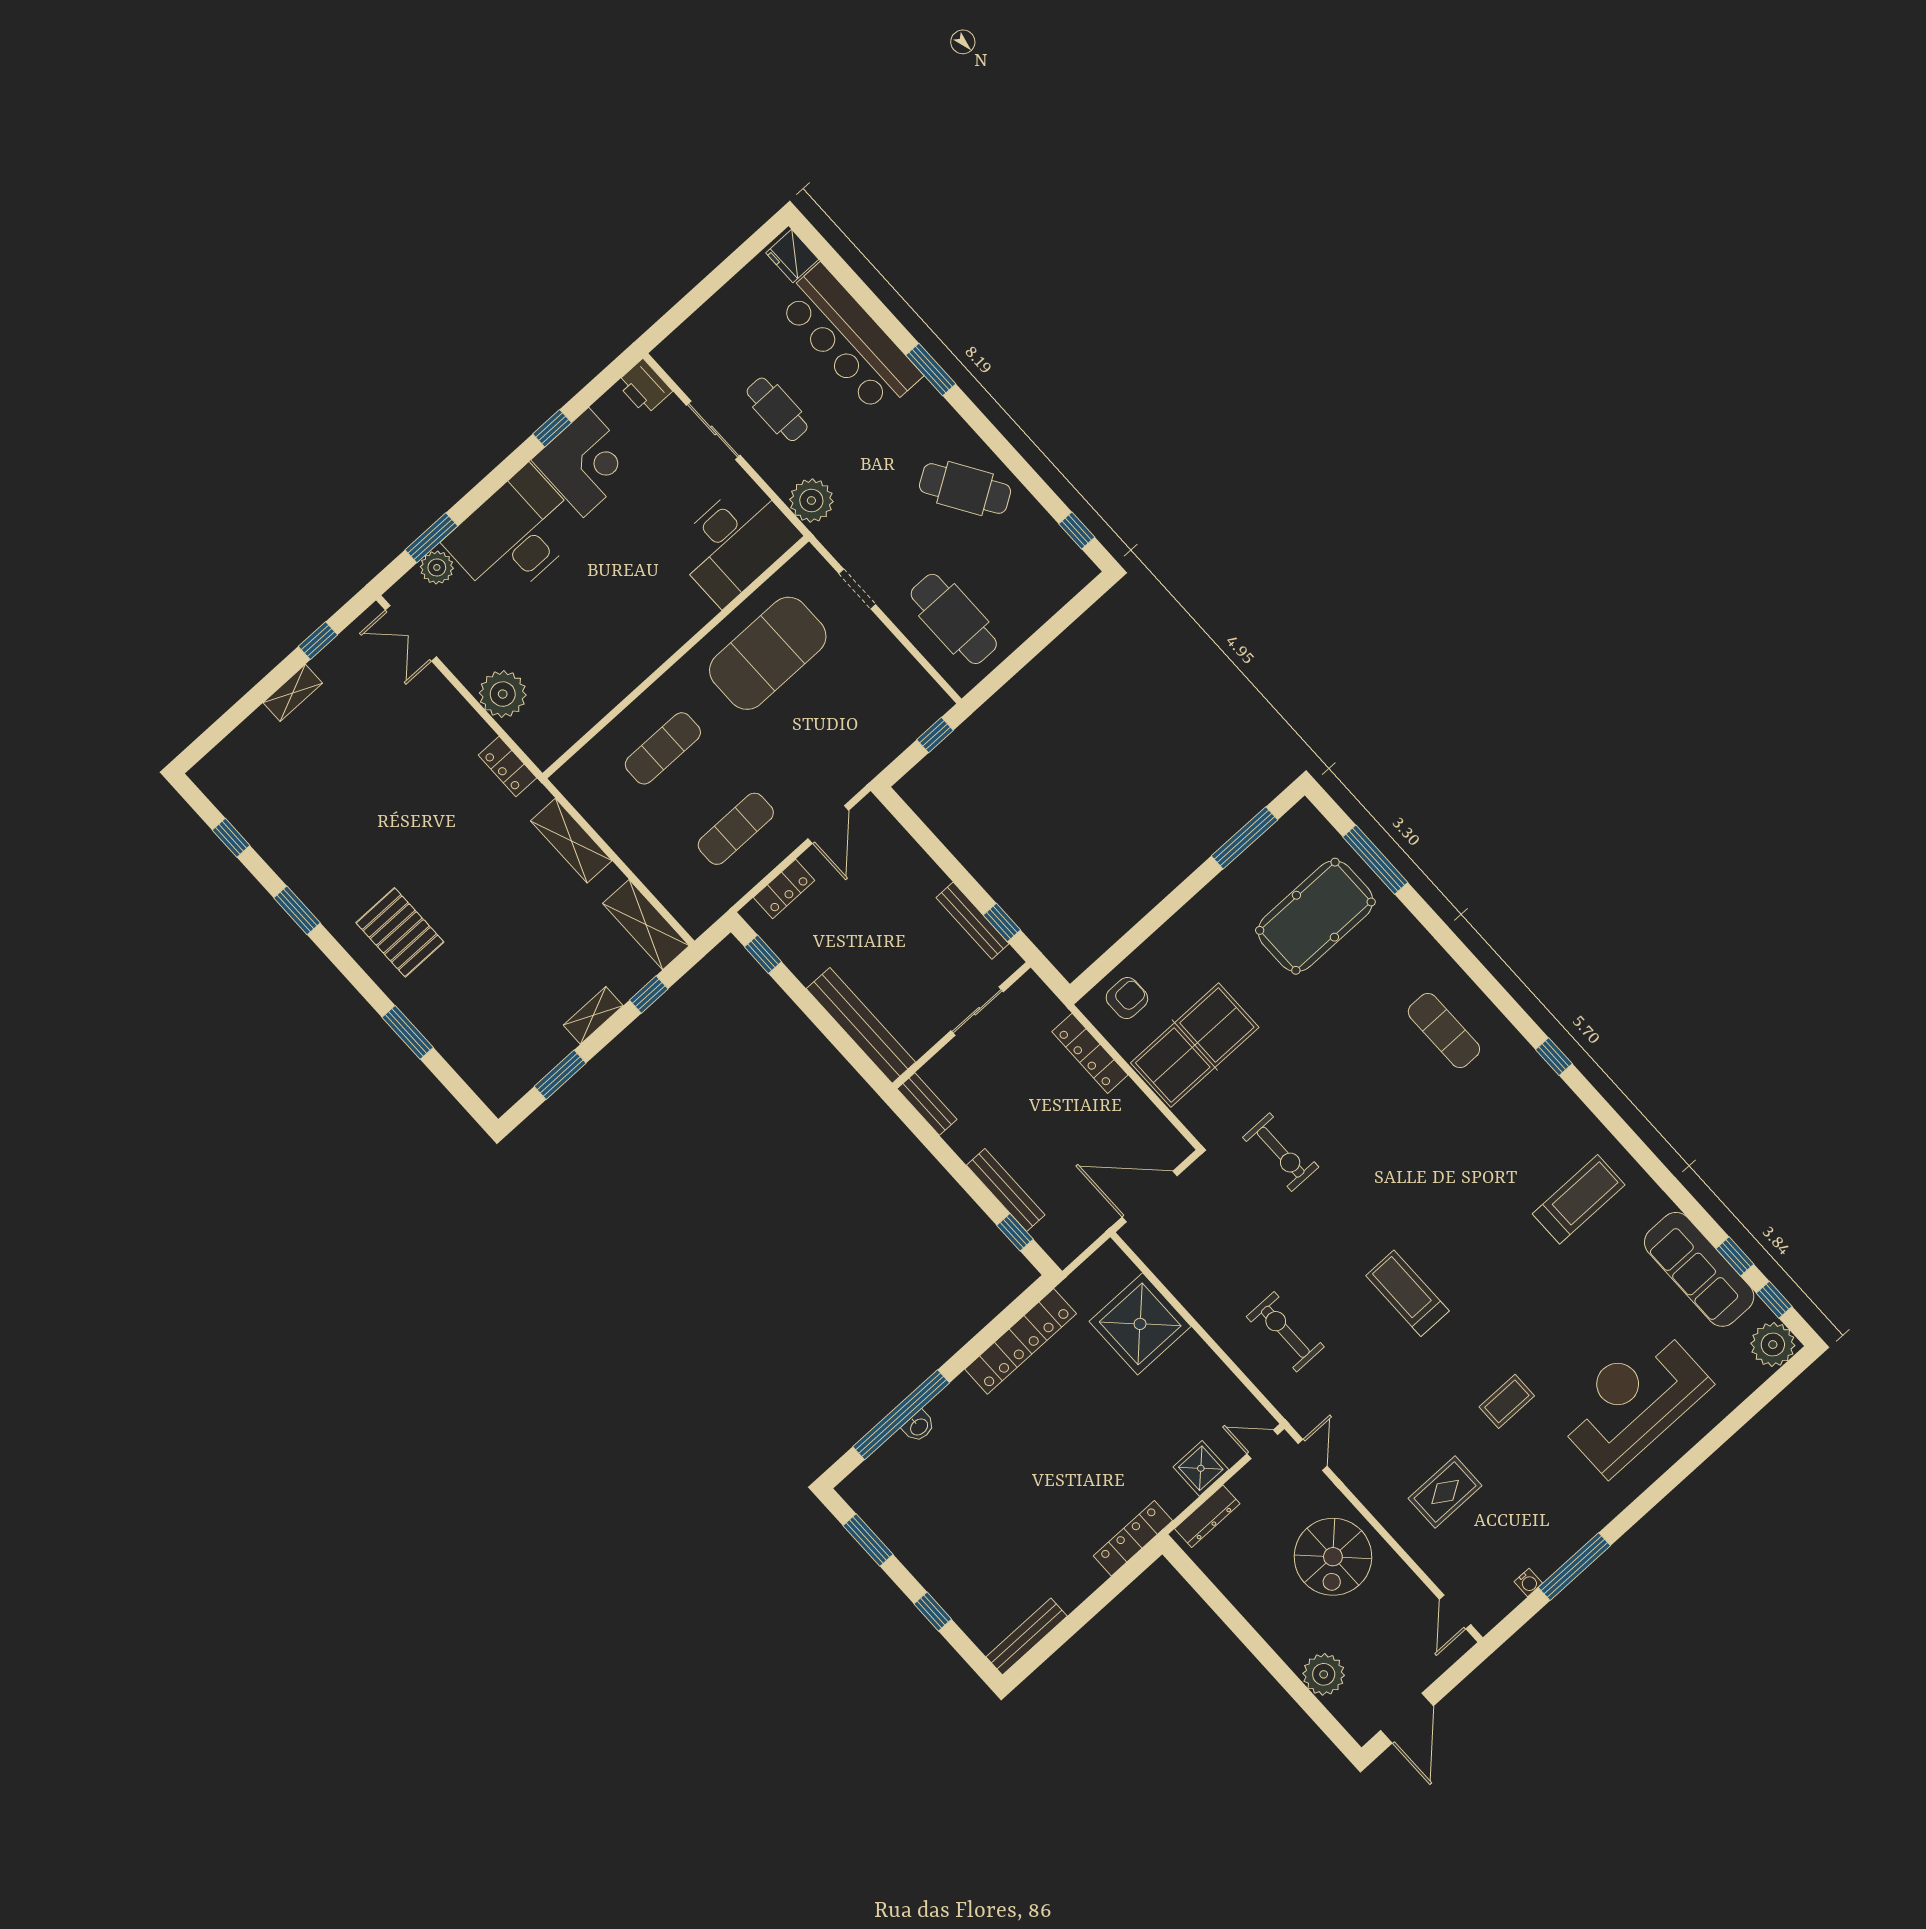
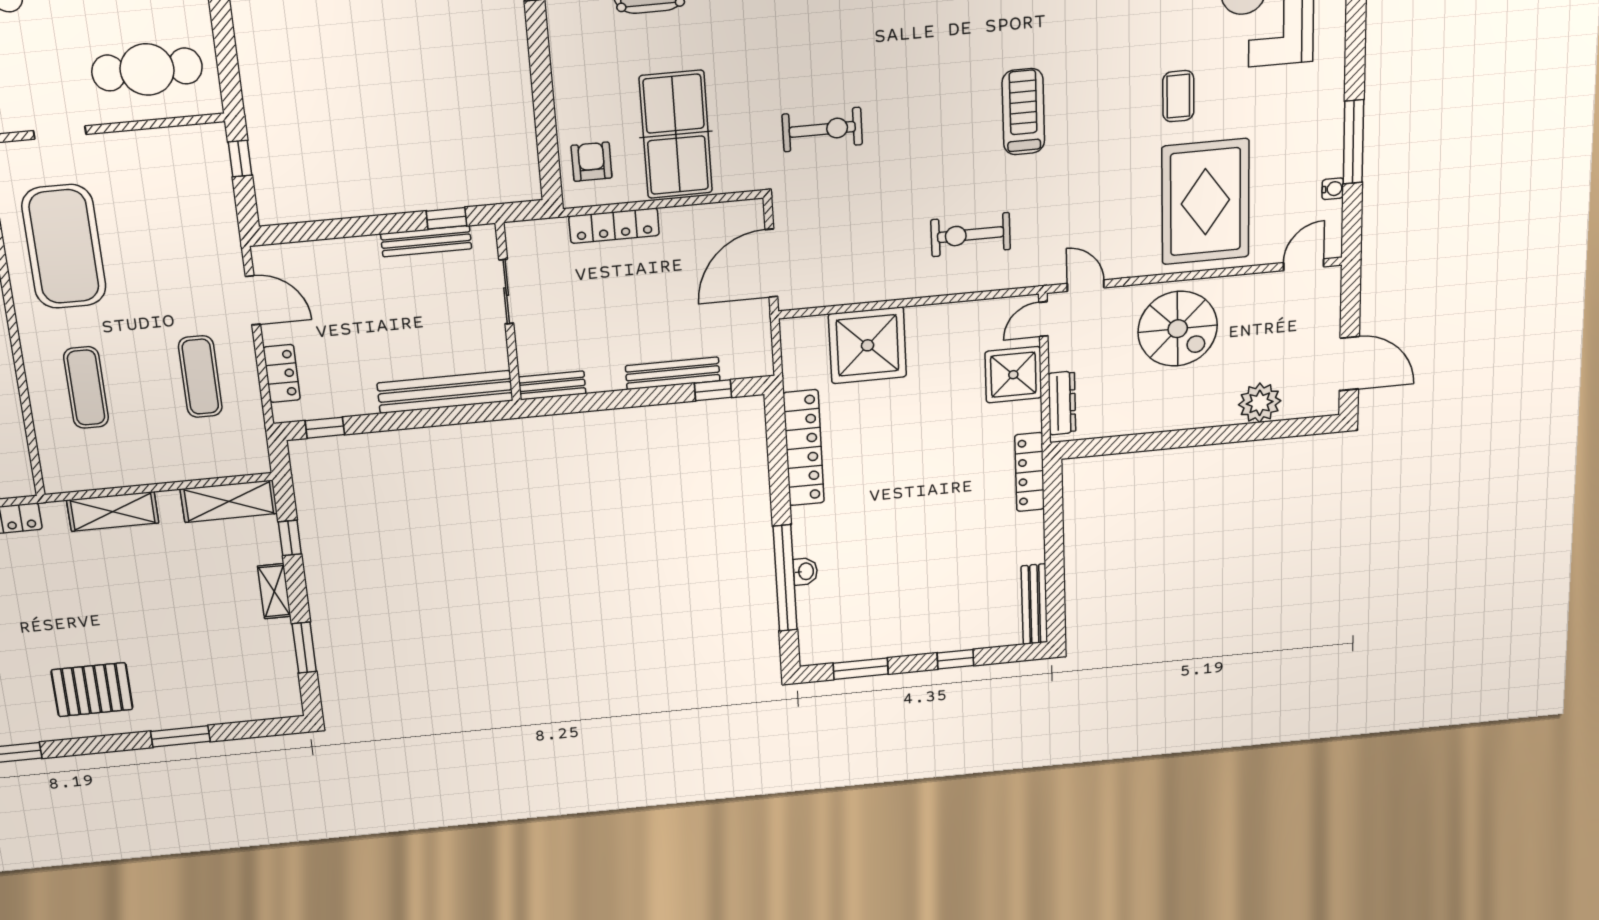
treadmill: (1407, 1293) -> (1023, 112), turned 90
shower: (1201, 1468) -> (1013, 375), width x1.36, depth x1.36
rug: (1445, 1492) -> (1205, 202), width x1.86, depth x2.06
door: (1455, 1612) -> (1304, 265), swing flipped

